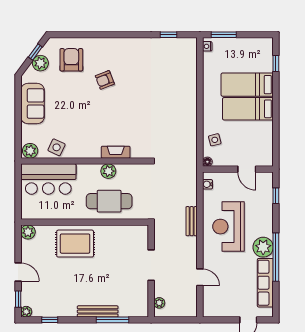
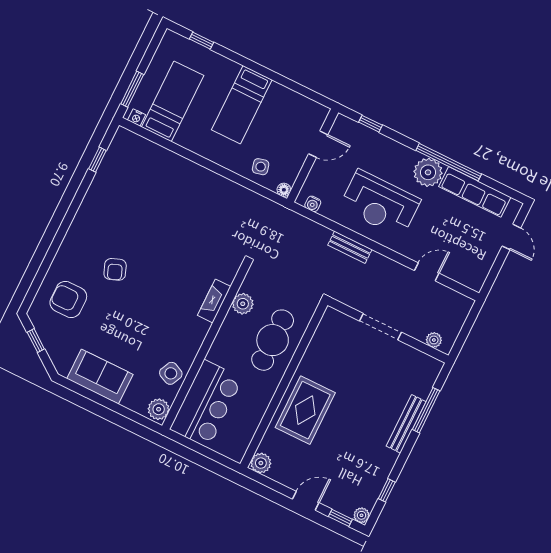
plant: (40, 63) -> (53, 341), removed
bed: (247, 85) -> (173, 101), moved, turned 180
plant: (108, 171) -> (243, 304), moved

